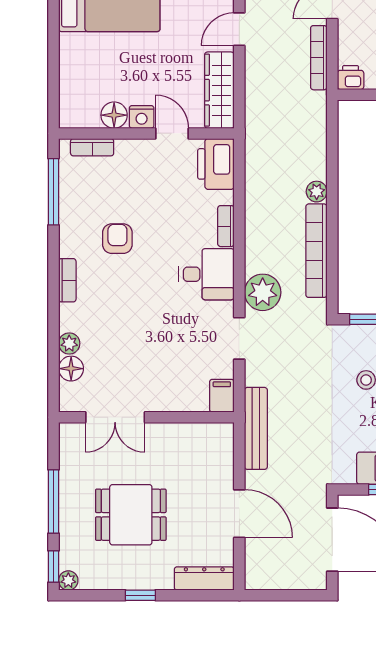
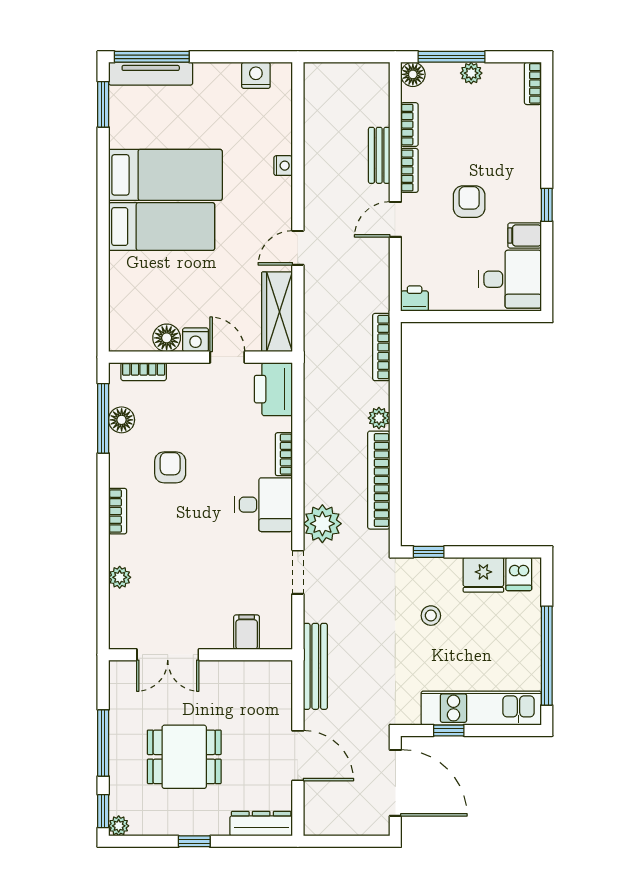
bookcase: (319, 58) -> (381, 347), moved
floor lamp: (71, 369) -> (122, 420), moved
filing cabinet: (222, 396) -> (247, 632), moved

